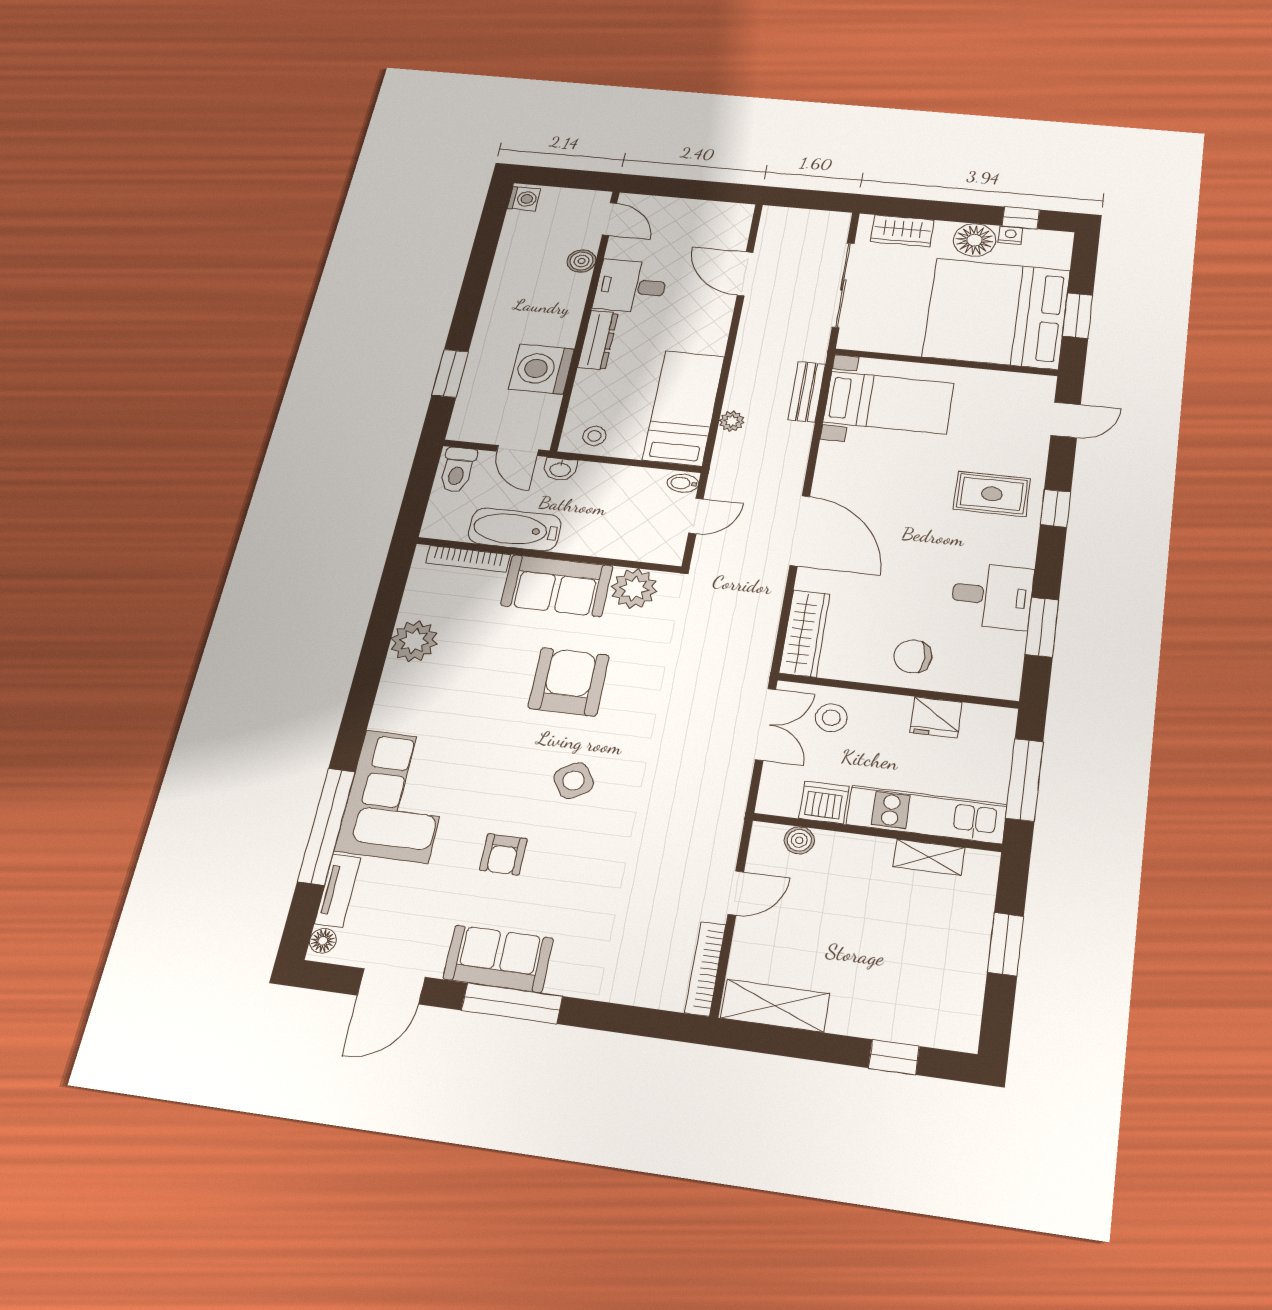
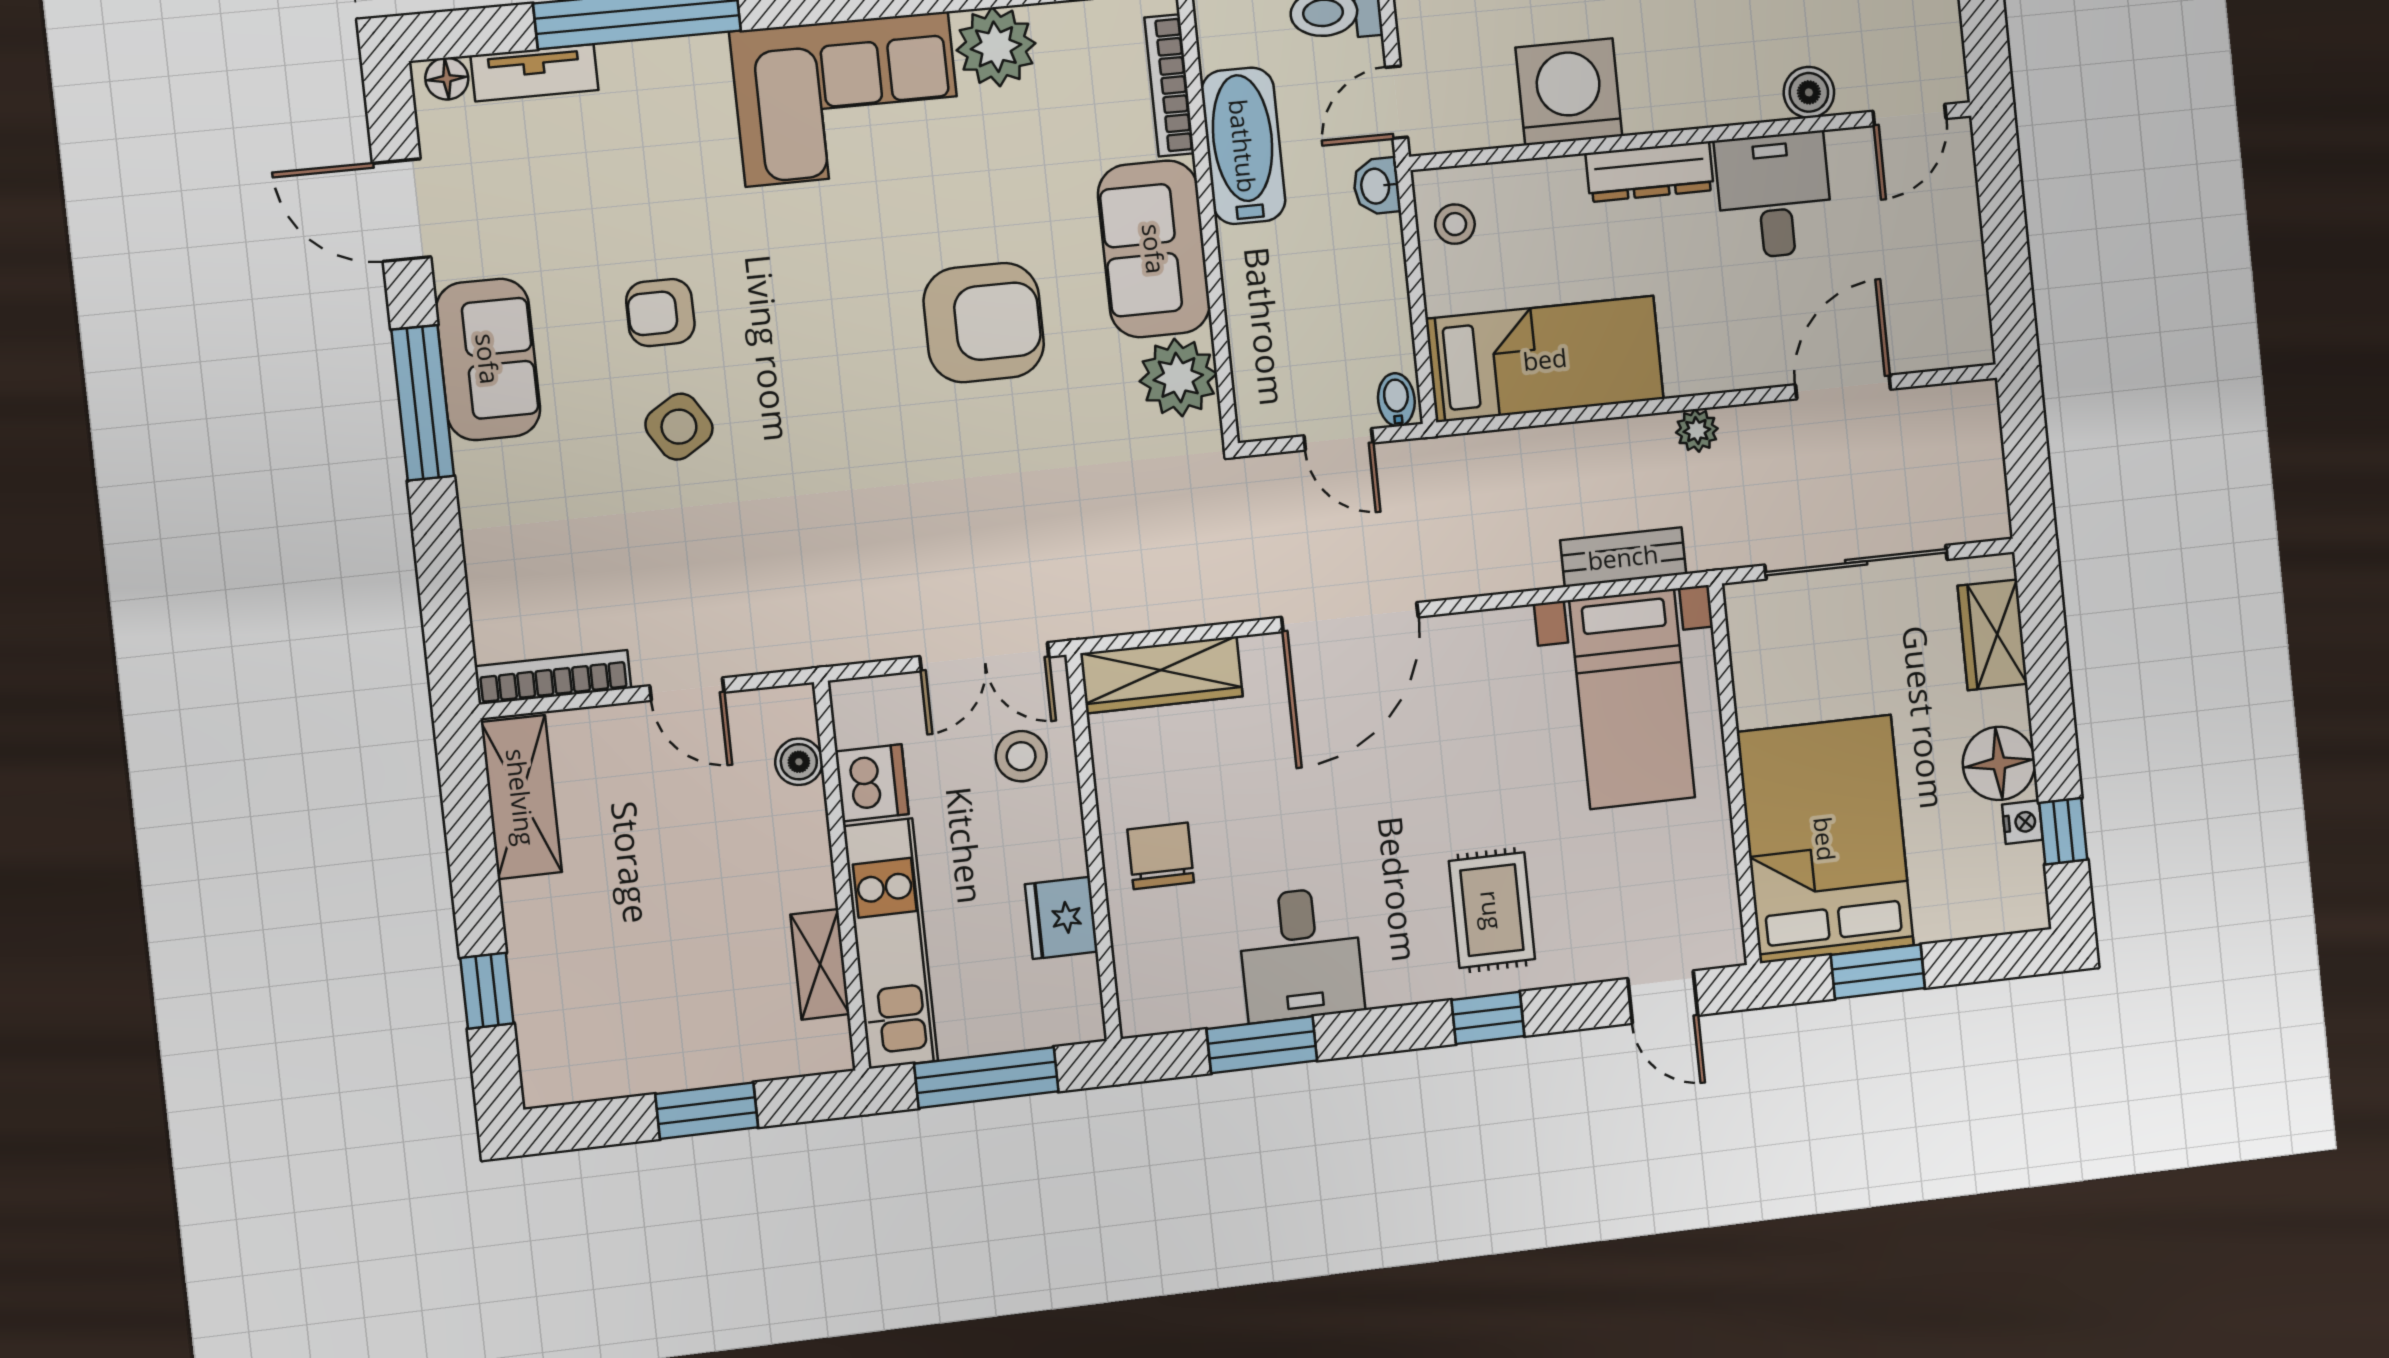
bed: (997, 313) -> (1825, 839), width x0.73
plant: (732, 421) -> (1697, 430), moved
side table: (574, 781) -> (679, 427), moved
corner sofa: (397, 796) -> (847, 99), moved

